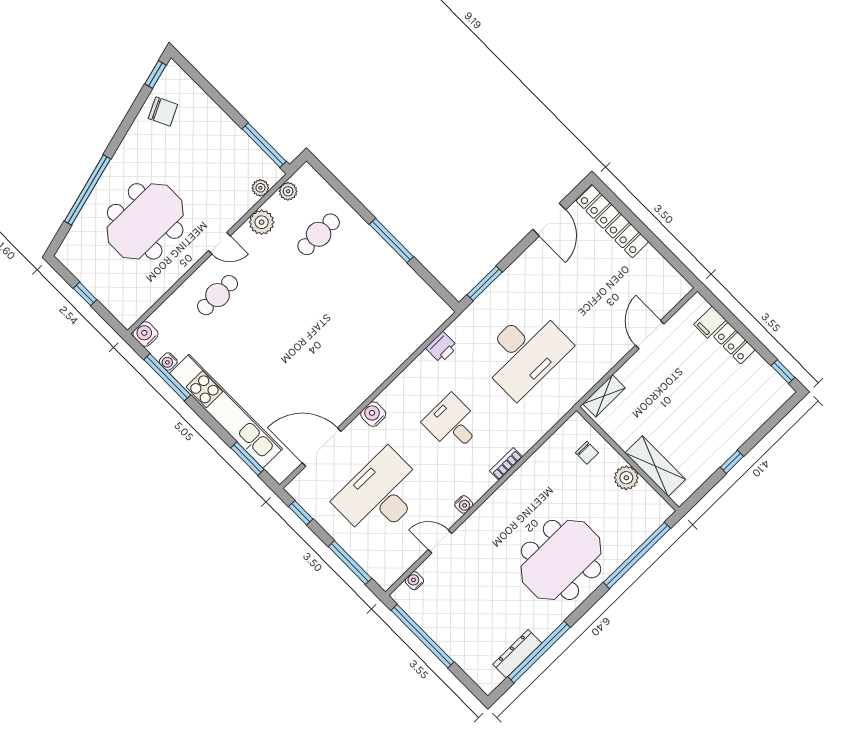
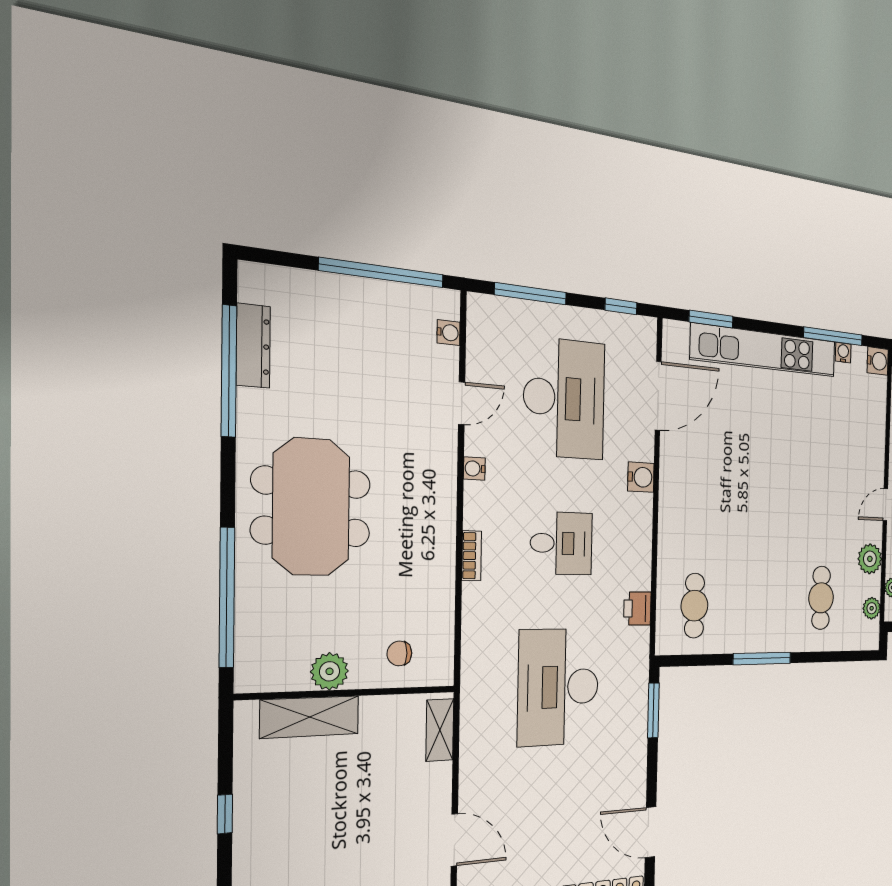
cafe table: (218, 295) -> (694, 606), moved

